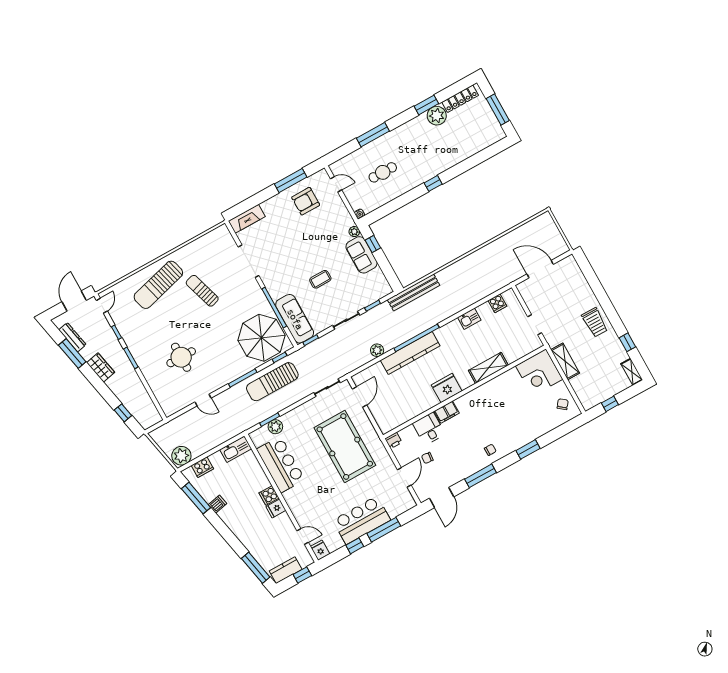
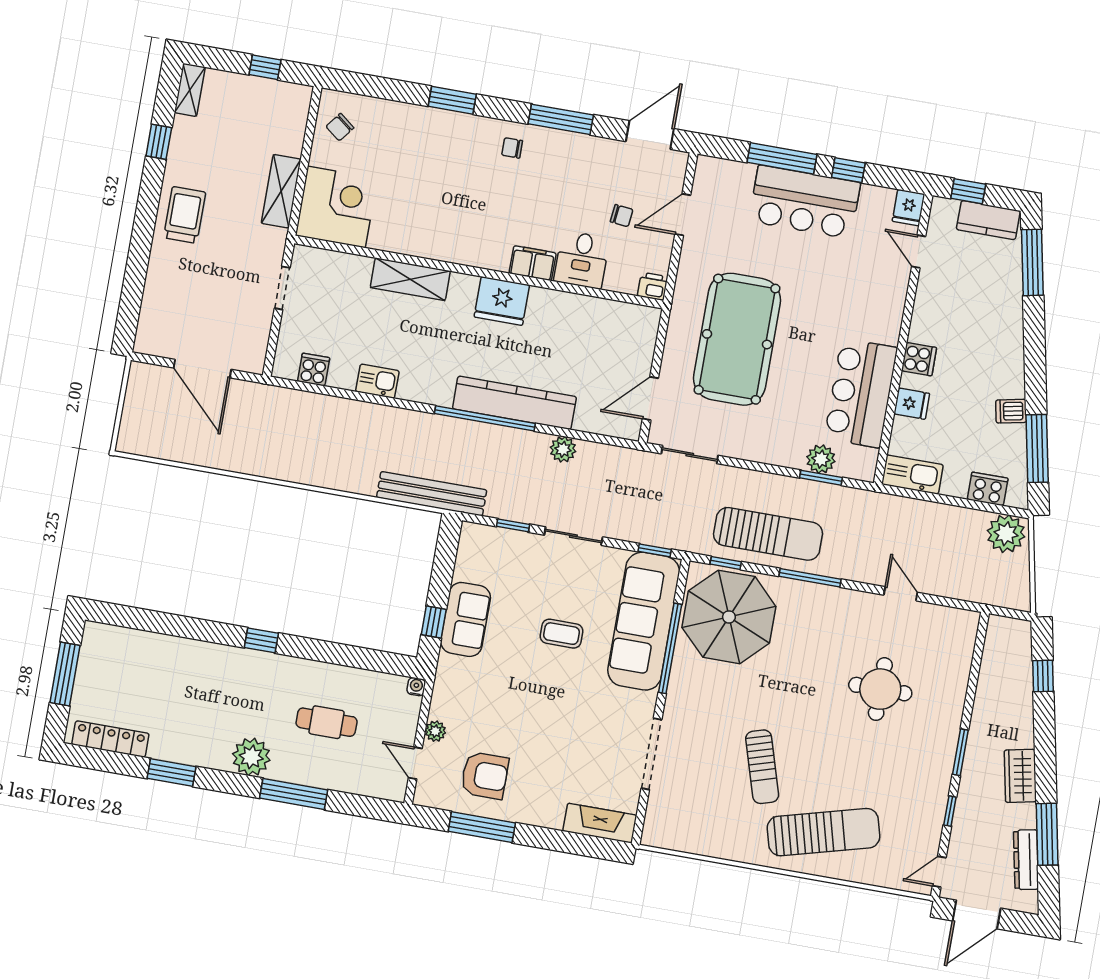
plant: (437, 116) -> (251, 757), moved
plant: (354, 232) -> (435, 731), moved
sofa: (295, 319) -> (644, 621), width x1.36, depth x1.27
fridge: (276, 509) -> (912, 404), moved

